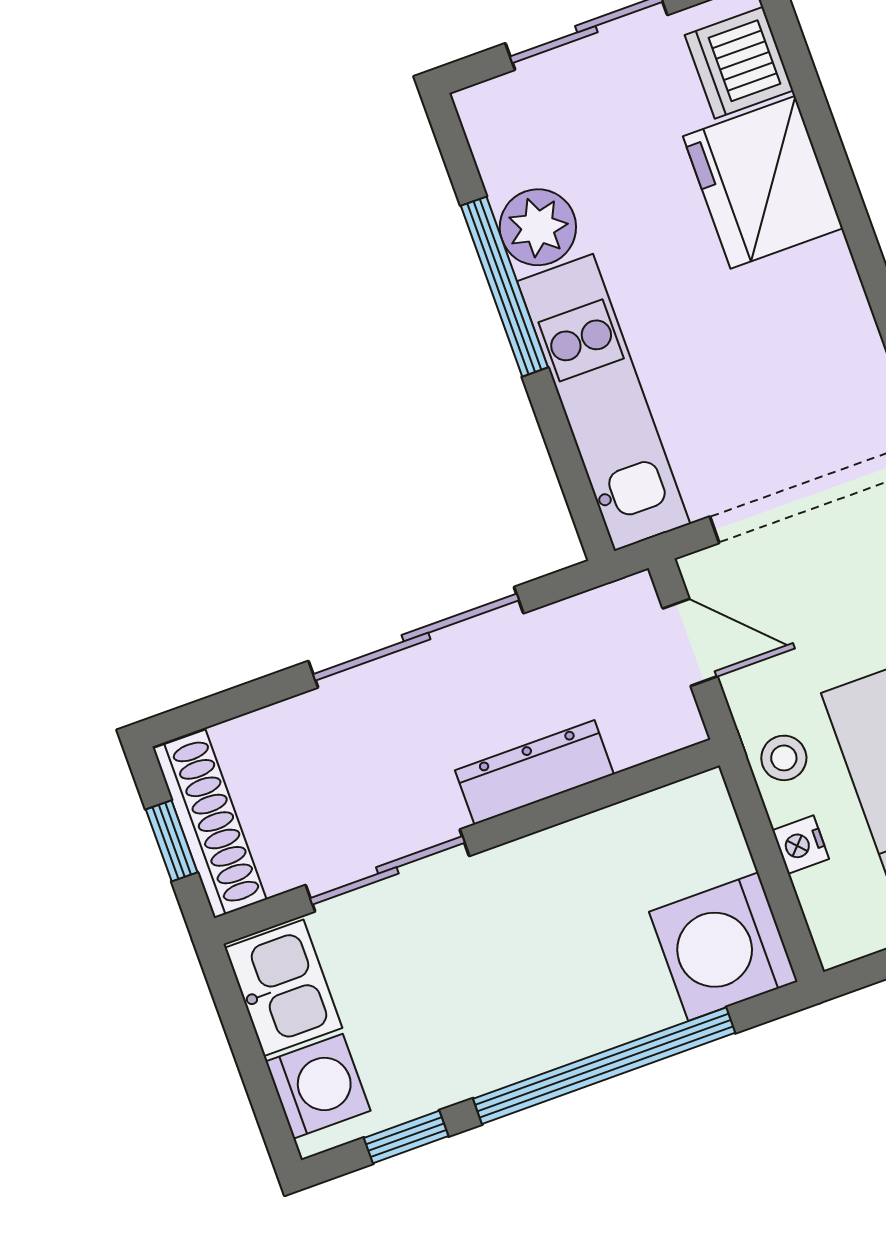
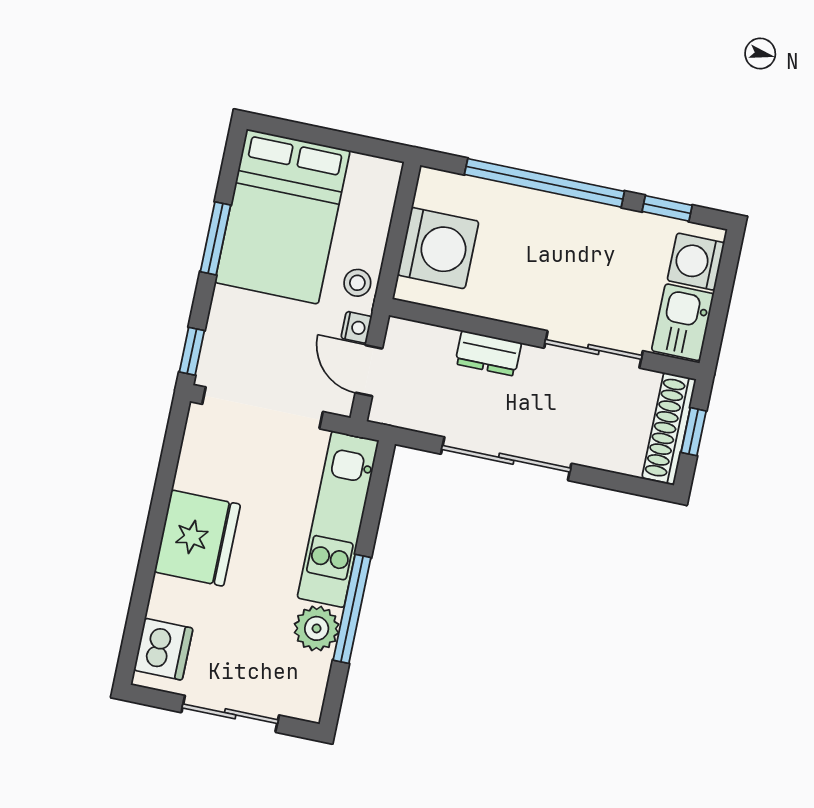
fridge: (763, 182) -> (197, 538), moved
dresser: (534, 772) -> (488, 353), width x0.70
nightstand: (801, 845) -> (356, 327), moved
washing machine: (723, 947) -> (438, 248), moved

